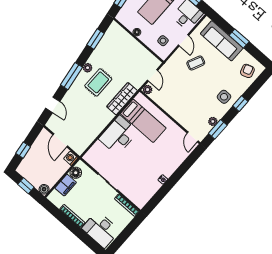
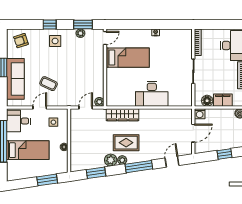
plant: (95, 59) -> (111, 160), added
bed: (143, 121) -> (128, 58), moved, turned 90

